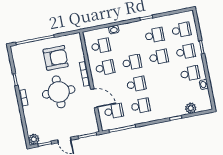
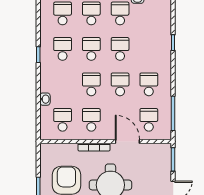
school desk: (163, 79) -> (120, 49), added
door: (94, 98) -> (127, 141), hinge flipped
plant: (191, 108) -> (164, 21), removed

